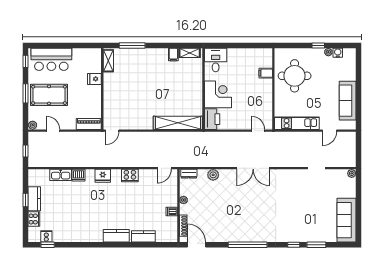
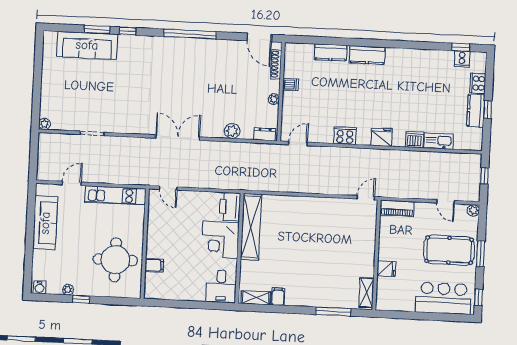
water cooler: (338, 53) -> (39, 287), moved
shelving: (178, 123) -> (251, 227), moved, turned 90
sofa: (347, 220) -> (87, 45), moved, turned 90

